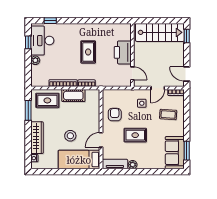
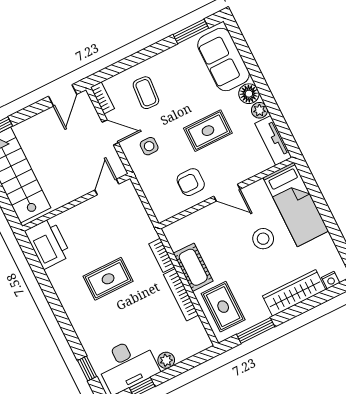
printer: (123, 52) -> (48, 243), moved, turned -90
rug: (135, 135) -> (208, 131), turned 90
door: (101, 140) -> (227, 193), moved
sofa: (175, 153) -> (223, 60), moved, turned 90
floor lamp: (143, 164) -> (249, 94), added

